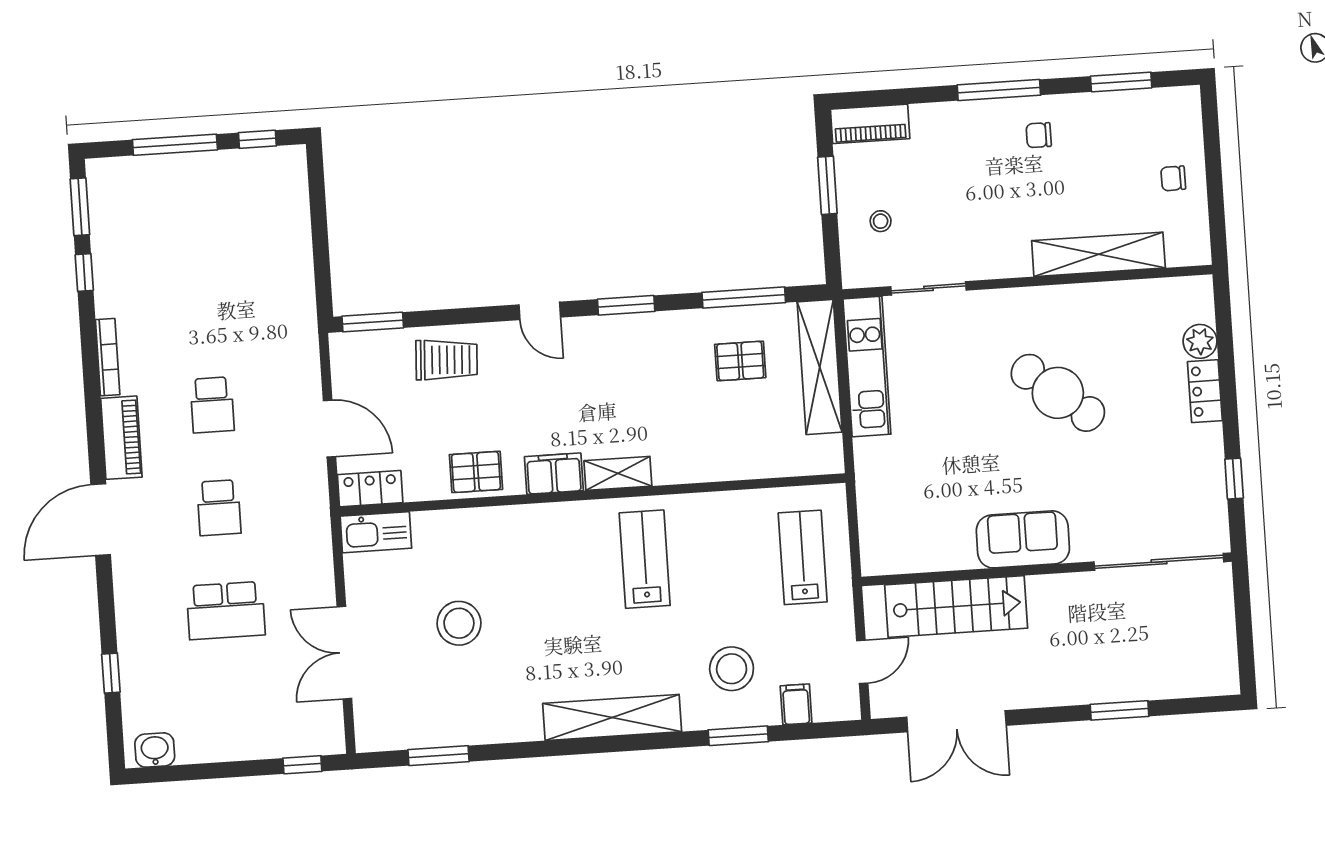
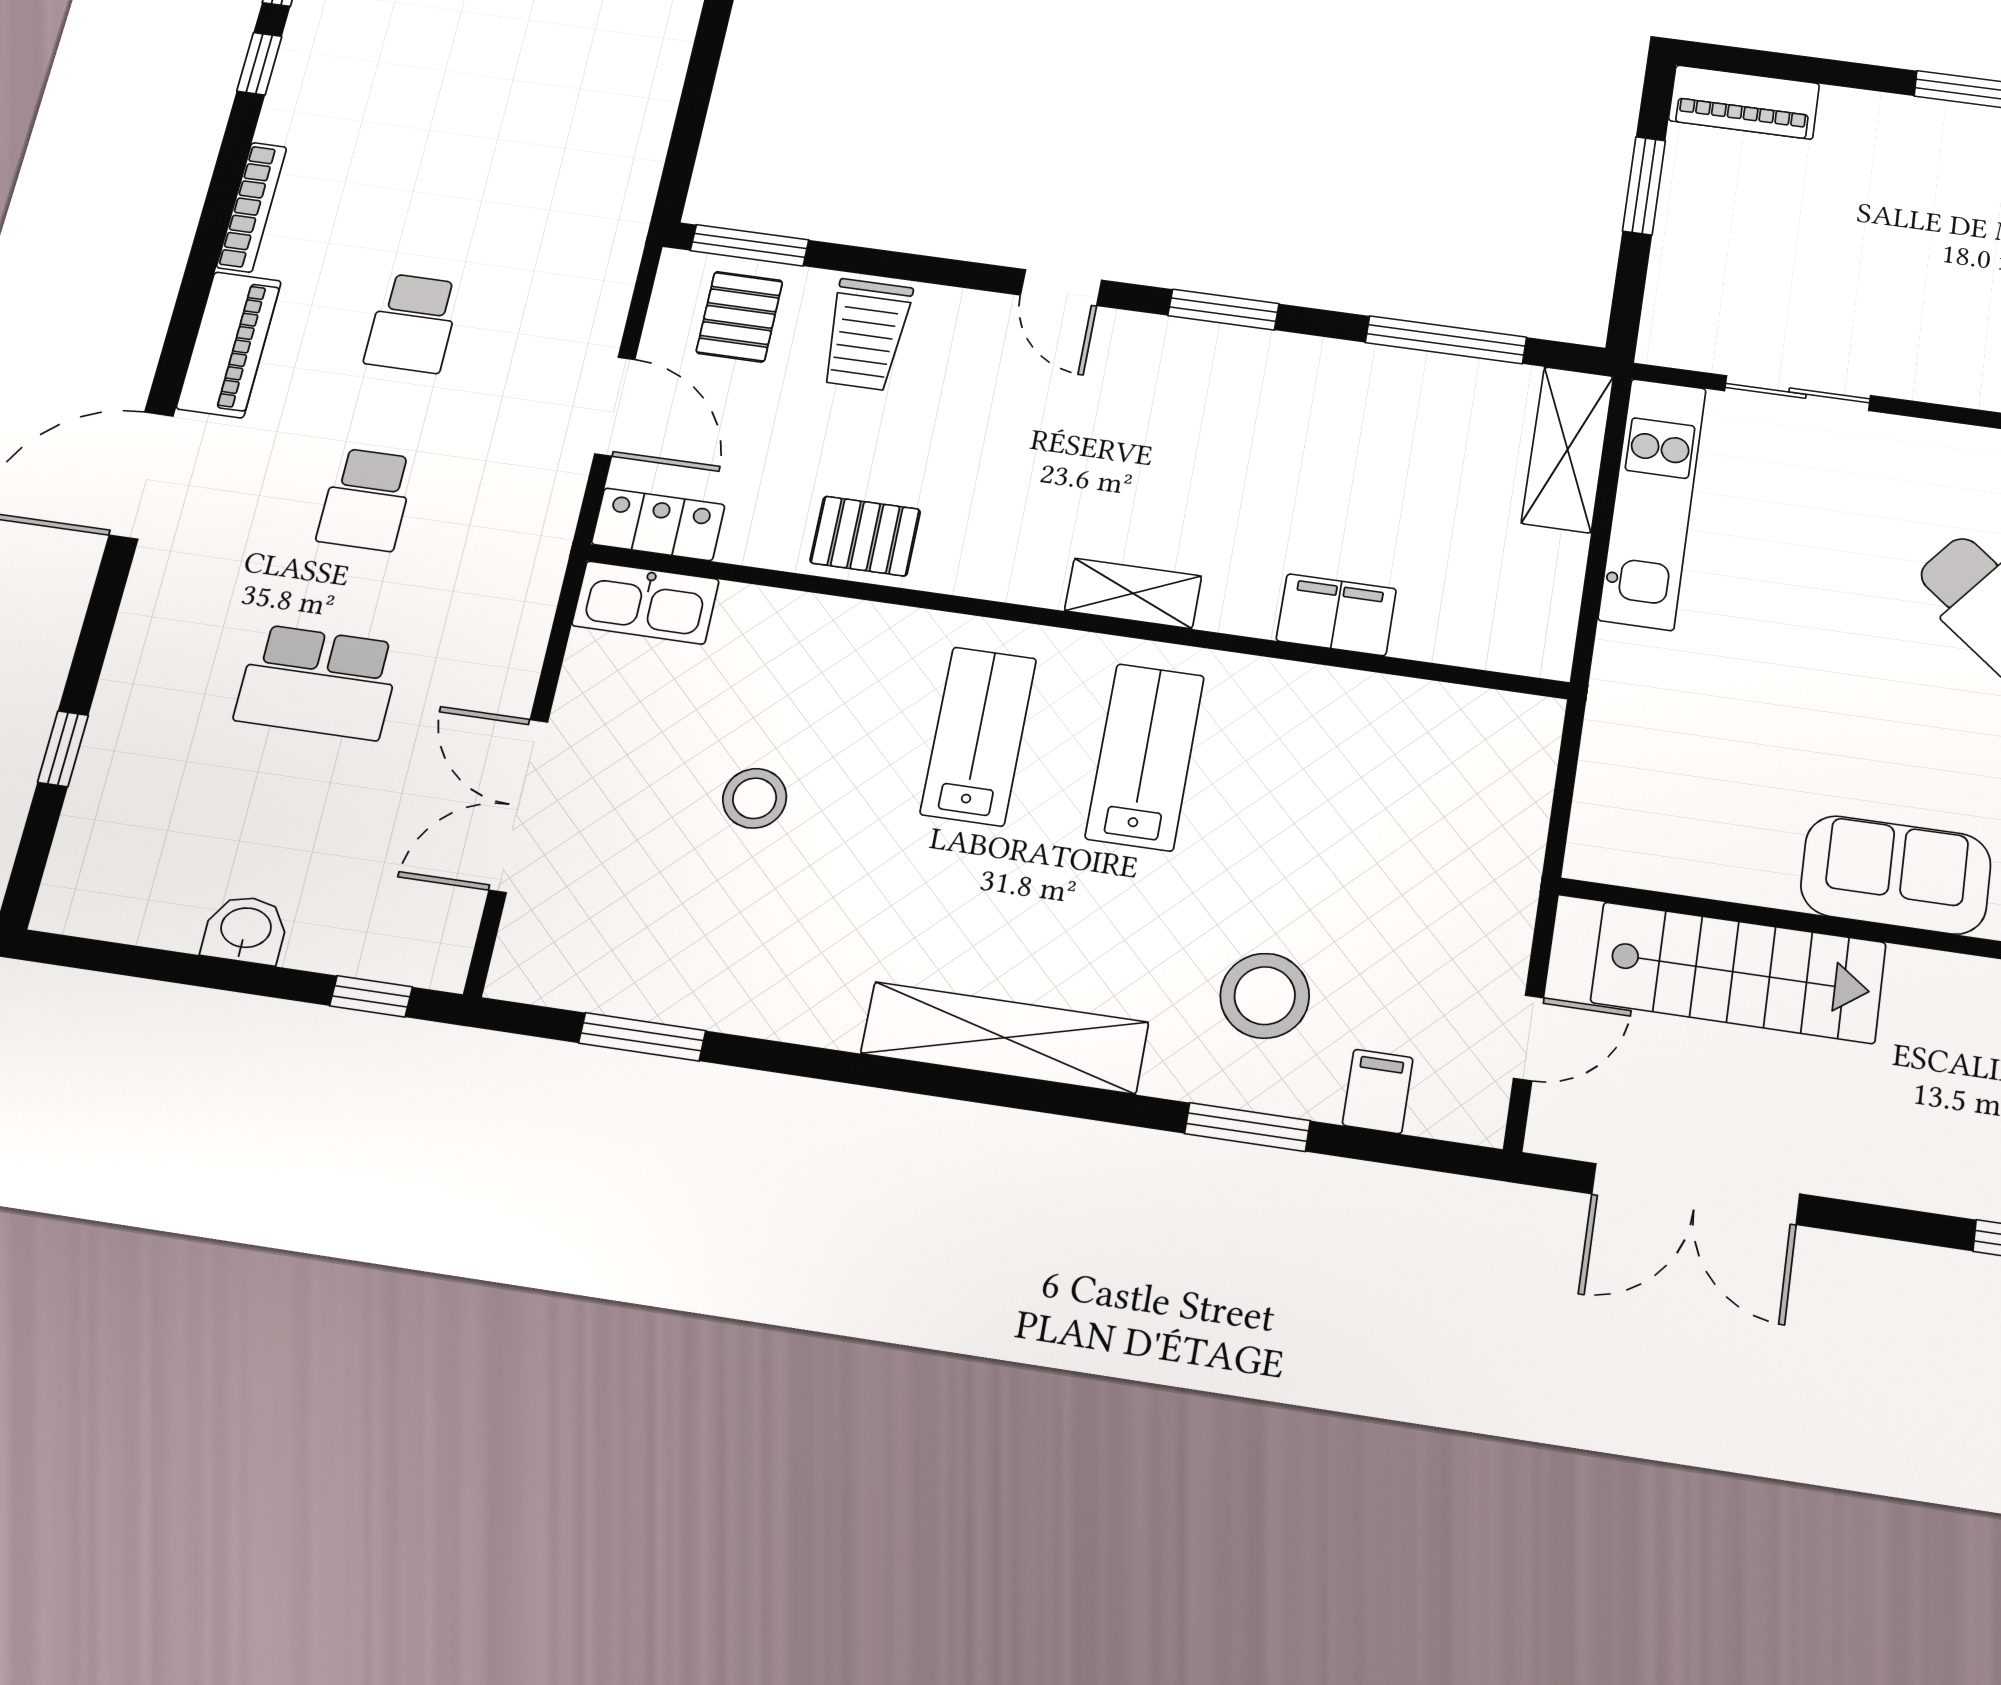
stool: (881, 221) -> (1730, 263), removed
trolley: (447, 360) -> (866, 334), turned 87
pallet: (740, 361) -> (739, 317), moved, turned 90
shelving: (820, 367) -> (1568, 449), width x0.68
filing cabinet: (554, 474) -> (1336, 615), moved
lab bench: (803, 557) -> (978, 736), moved
stool: (459, 623) -> (755, 798), width x0.73, depth x0.73
washbasin: (155, 750) -> (246, 930), moved

